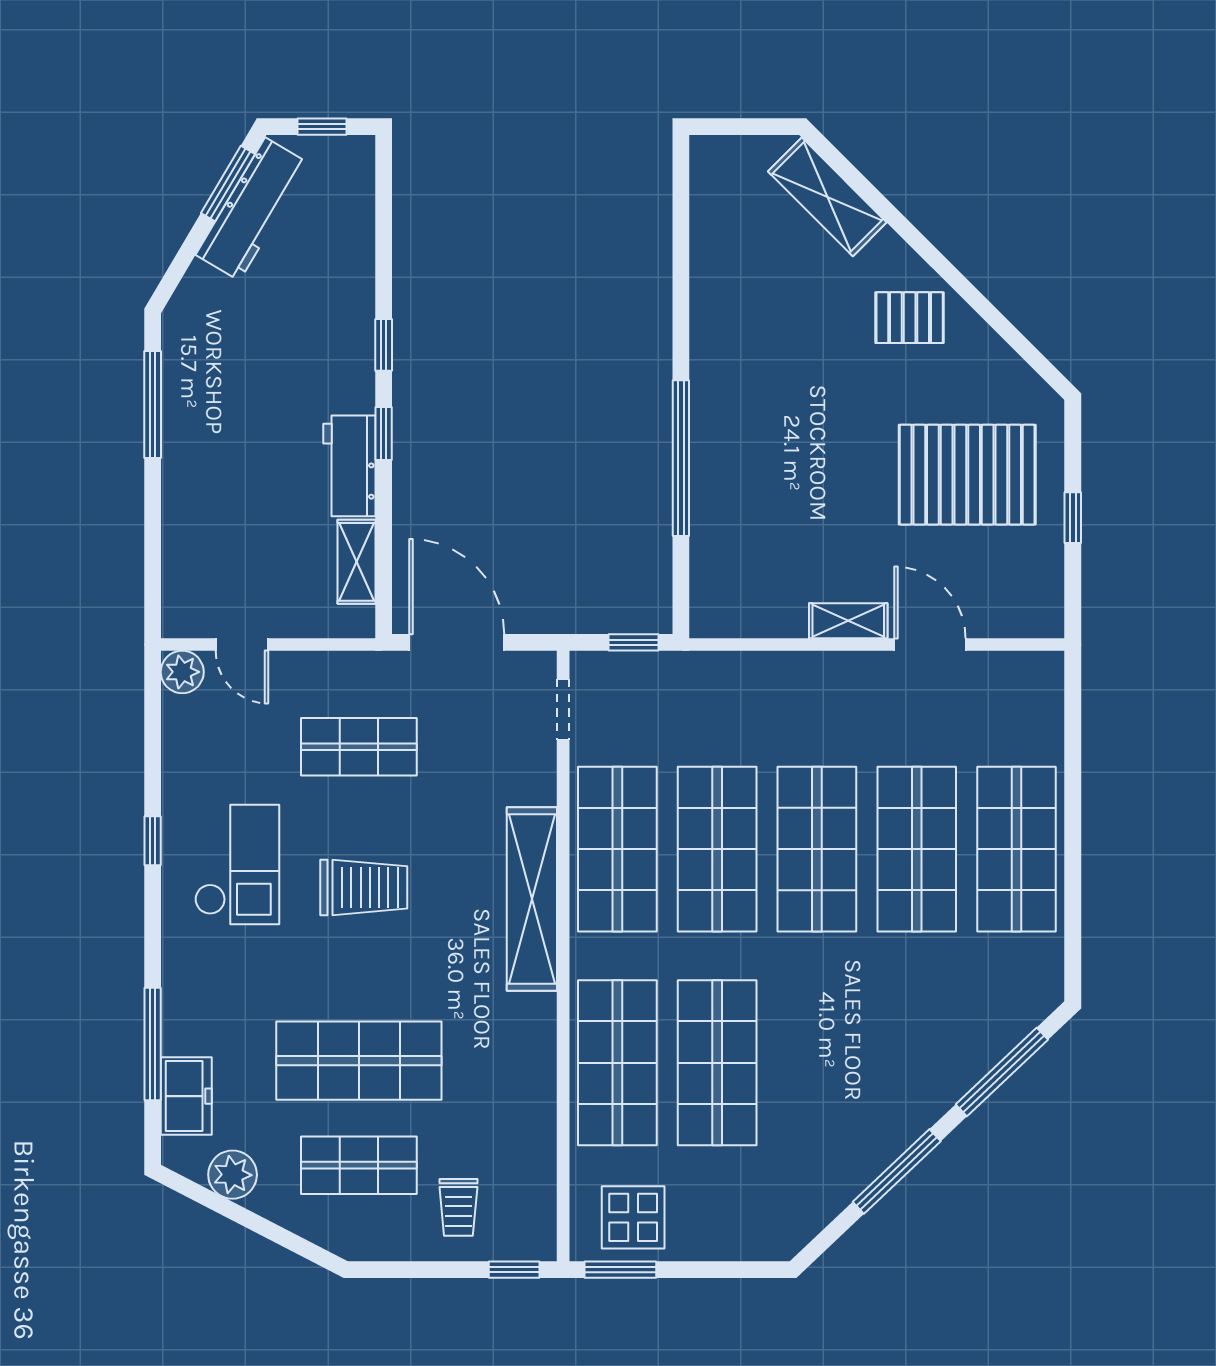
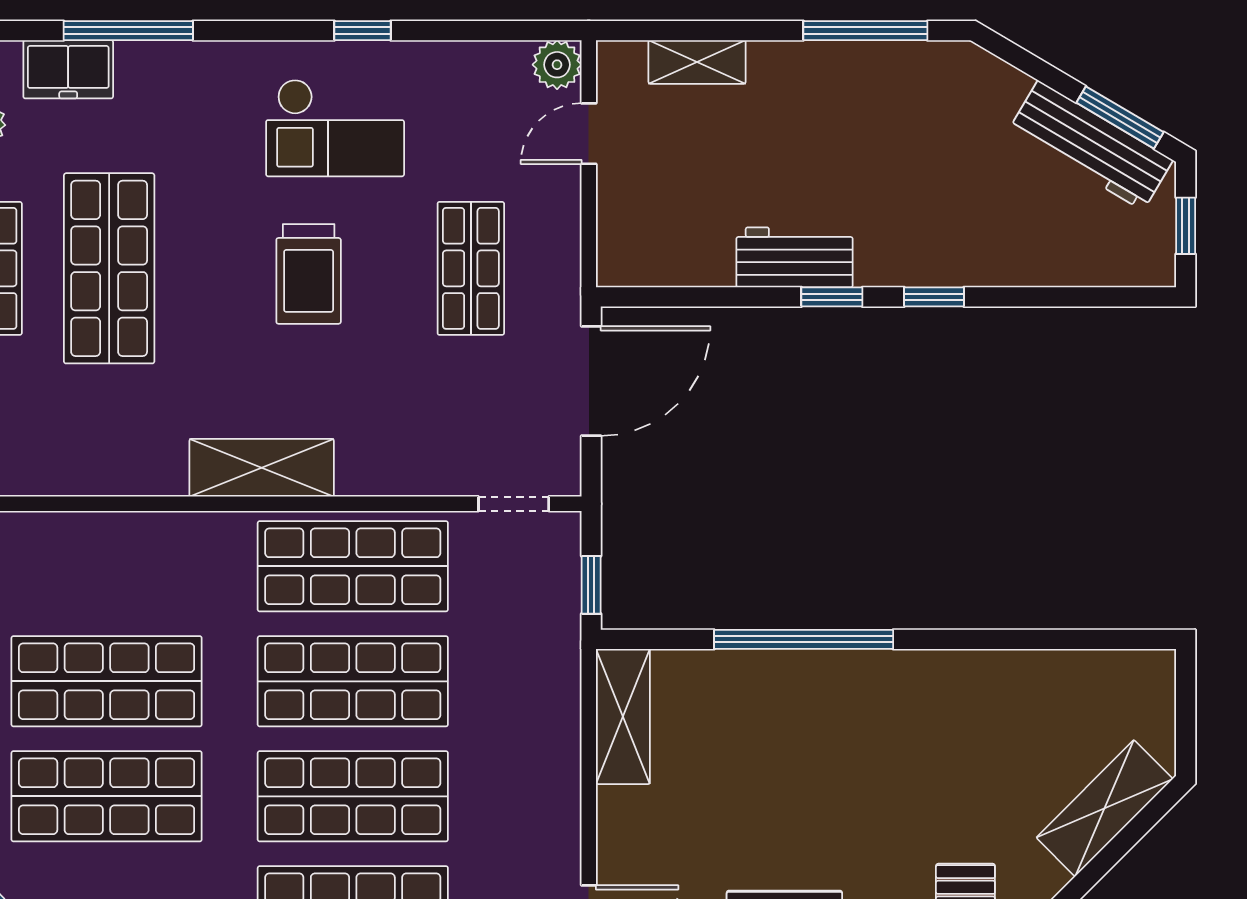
shelving: (356, 562) -> (697, 62), moved
shelving: (848, 621) -> (623, 716), moved, width x1.50, depth x1.33
shelving: (532, 899) -> (262, 468), width x0.68
shop shelf: (617, 1063) -> (107, 796), moved

